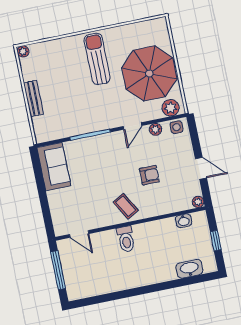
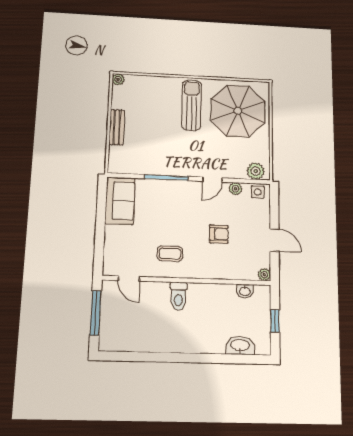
parasol: (149, 73) -> (238, 111), moved
coffee table: (126, 206) -> (170, 254), moved, turned -60

